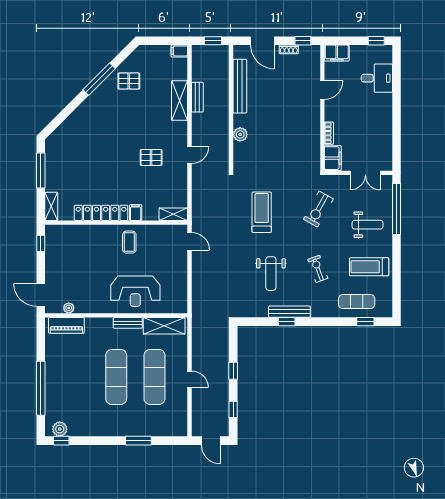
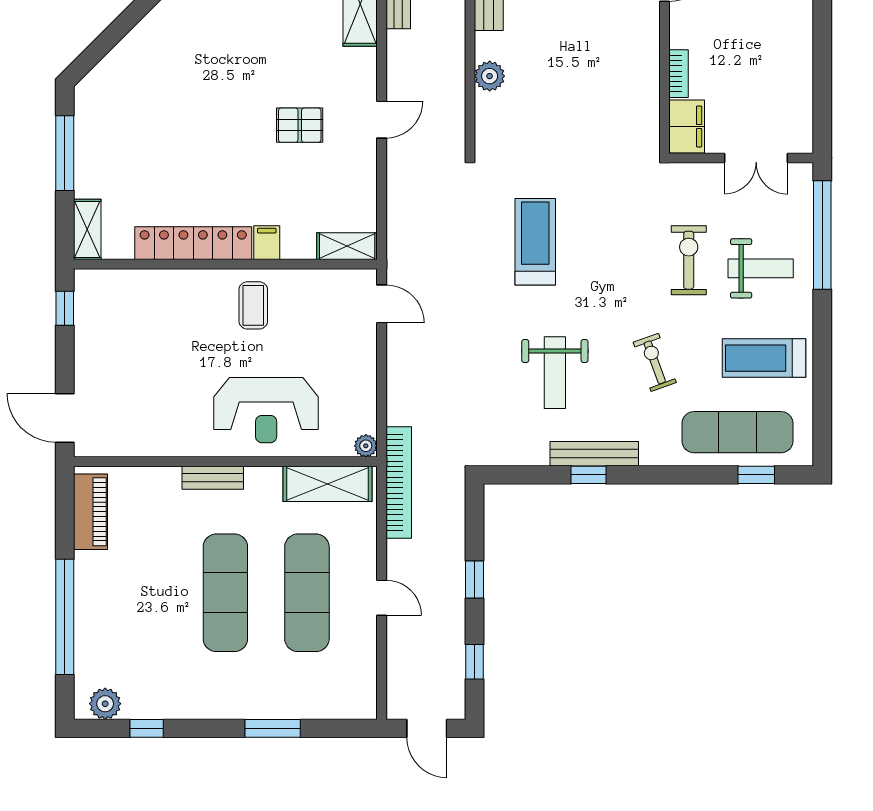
exercise bike: (318, 209) -> (689, 260), moved, turned 151
exercise mat: (357, 302) -> (737, 432), width x1.36, depth x1.45
plant: (69, 308) -> (366, 446), moved
bench: (128, 323) -> (213, 478), moved
piano: (66, 325) -> (91, 512), moved, turned -90
bookcase: (198, 325) -> (399, 483), added
window: (61, 441) -> (147, 728), moved

